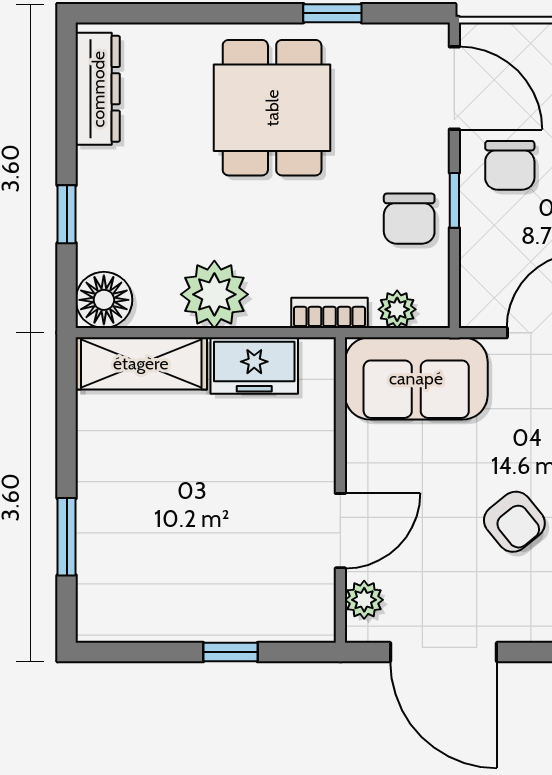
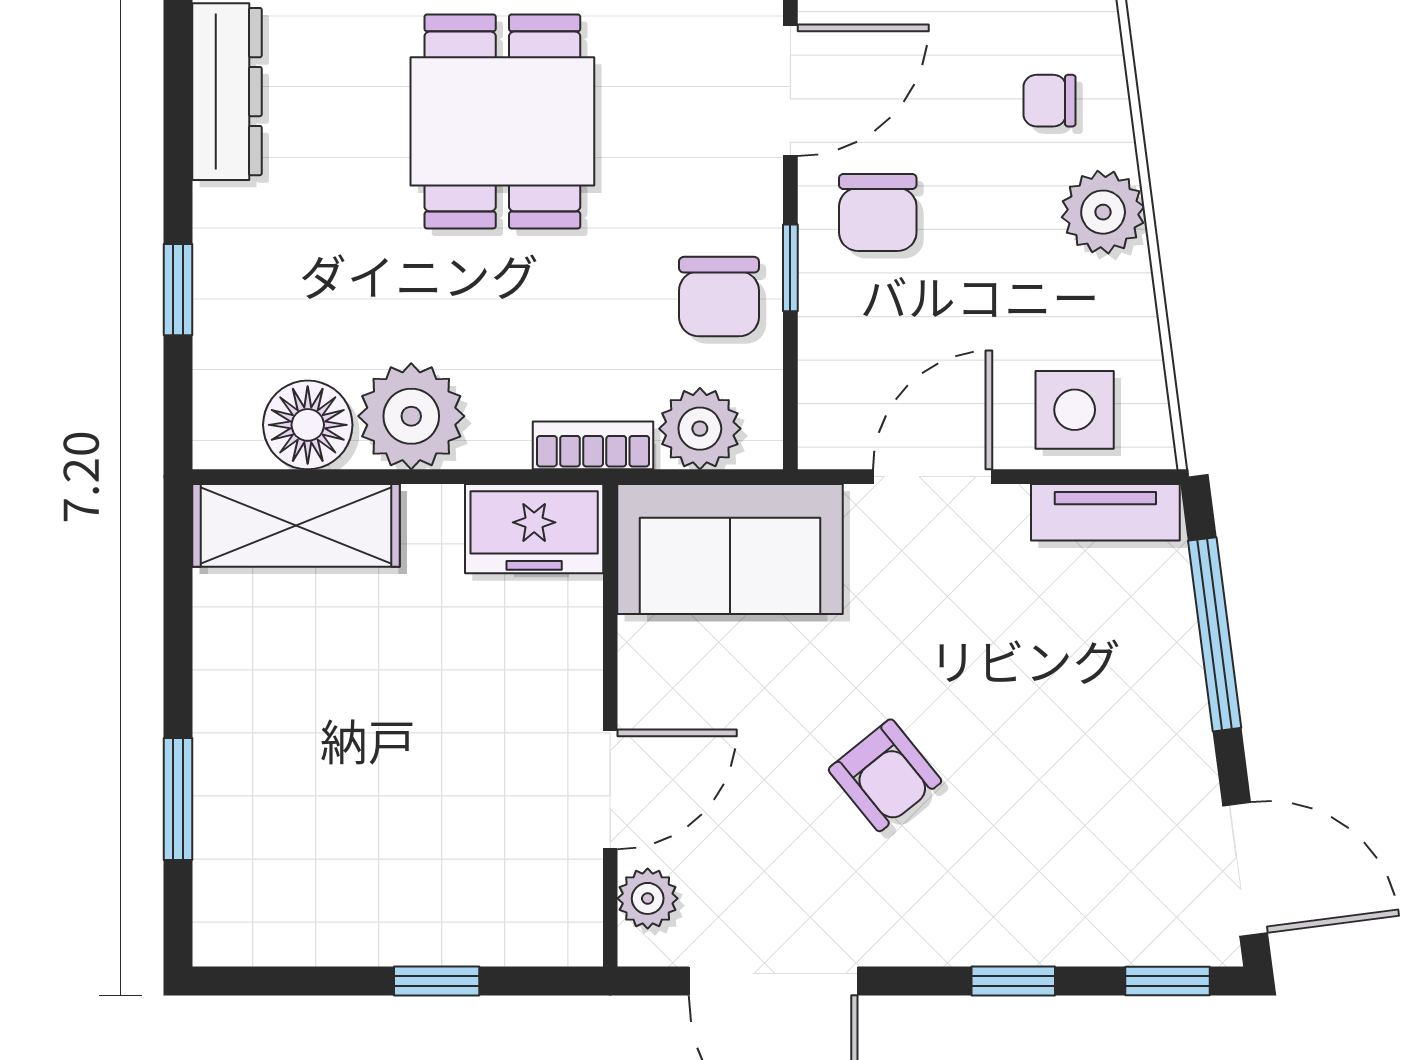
door: (454, 88) -> (790, 90), hinge flipped
floor lamp: (104, 300) -> (308, 425), moved
plant: (397, 309) -> (700, 429), width x1.38, depth x1.38
freezer: (254, 366) -> (534, 529), moved

